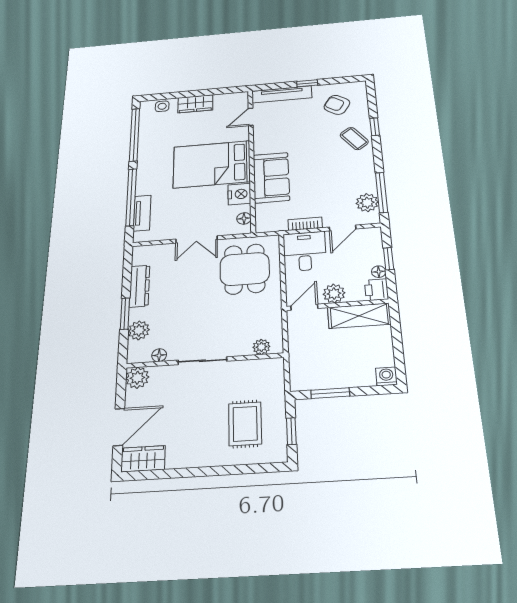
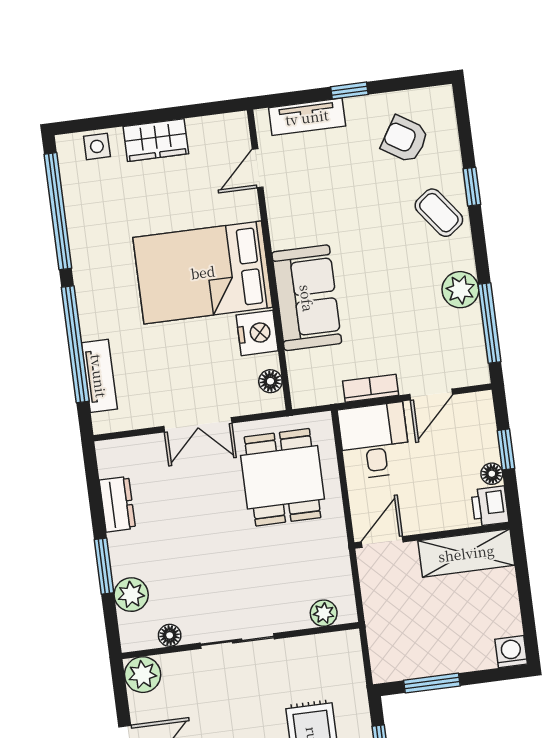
tv unit: (282, 94) -> (307, 117), width x0.71
plant: (367, 203) -> (460, 290), moved
dresser: (140, 286) -> (117, 504), width x0.70
plant: (334, 294) -> (426, 516), removed

